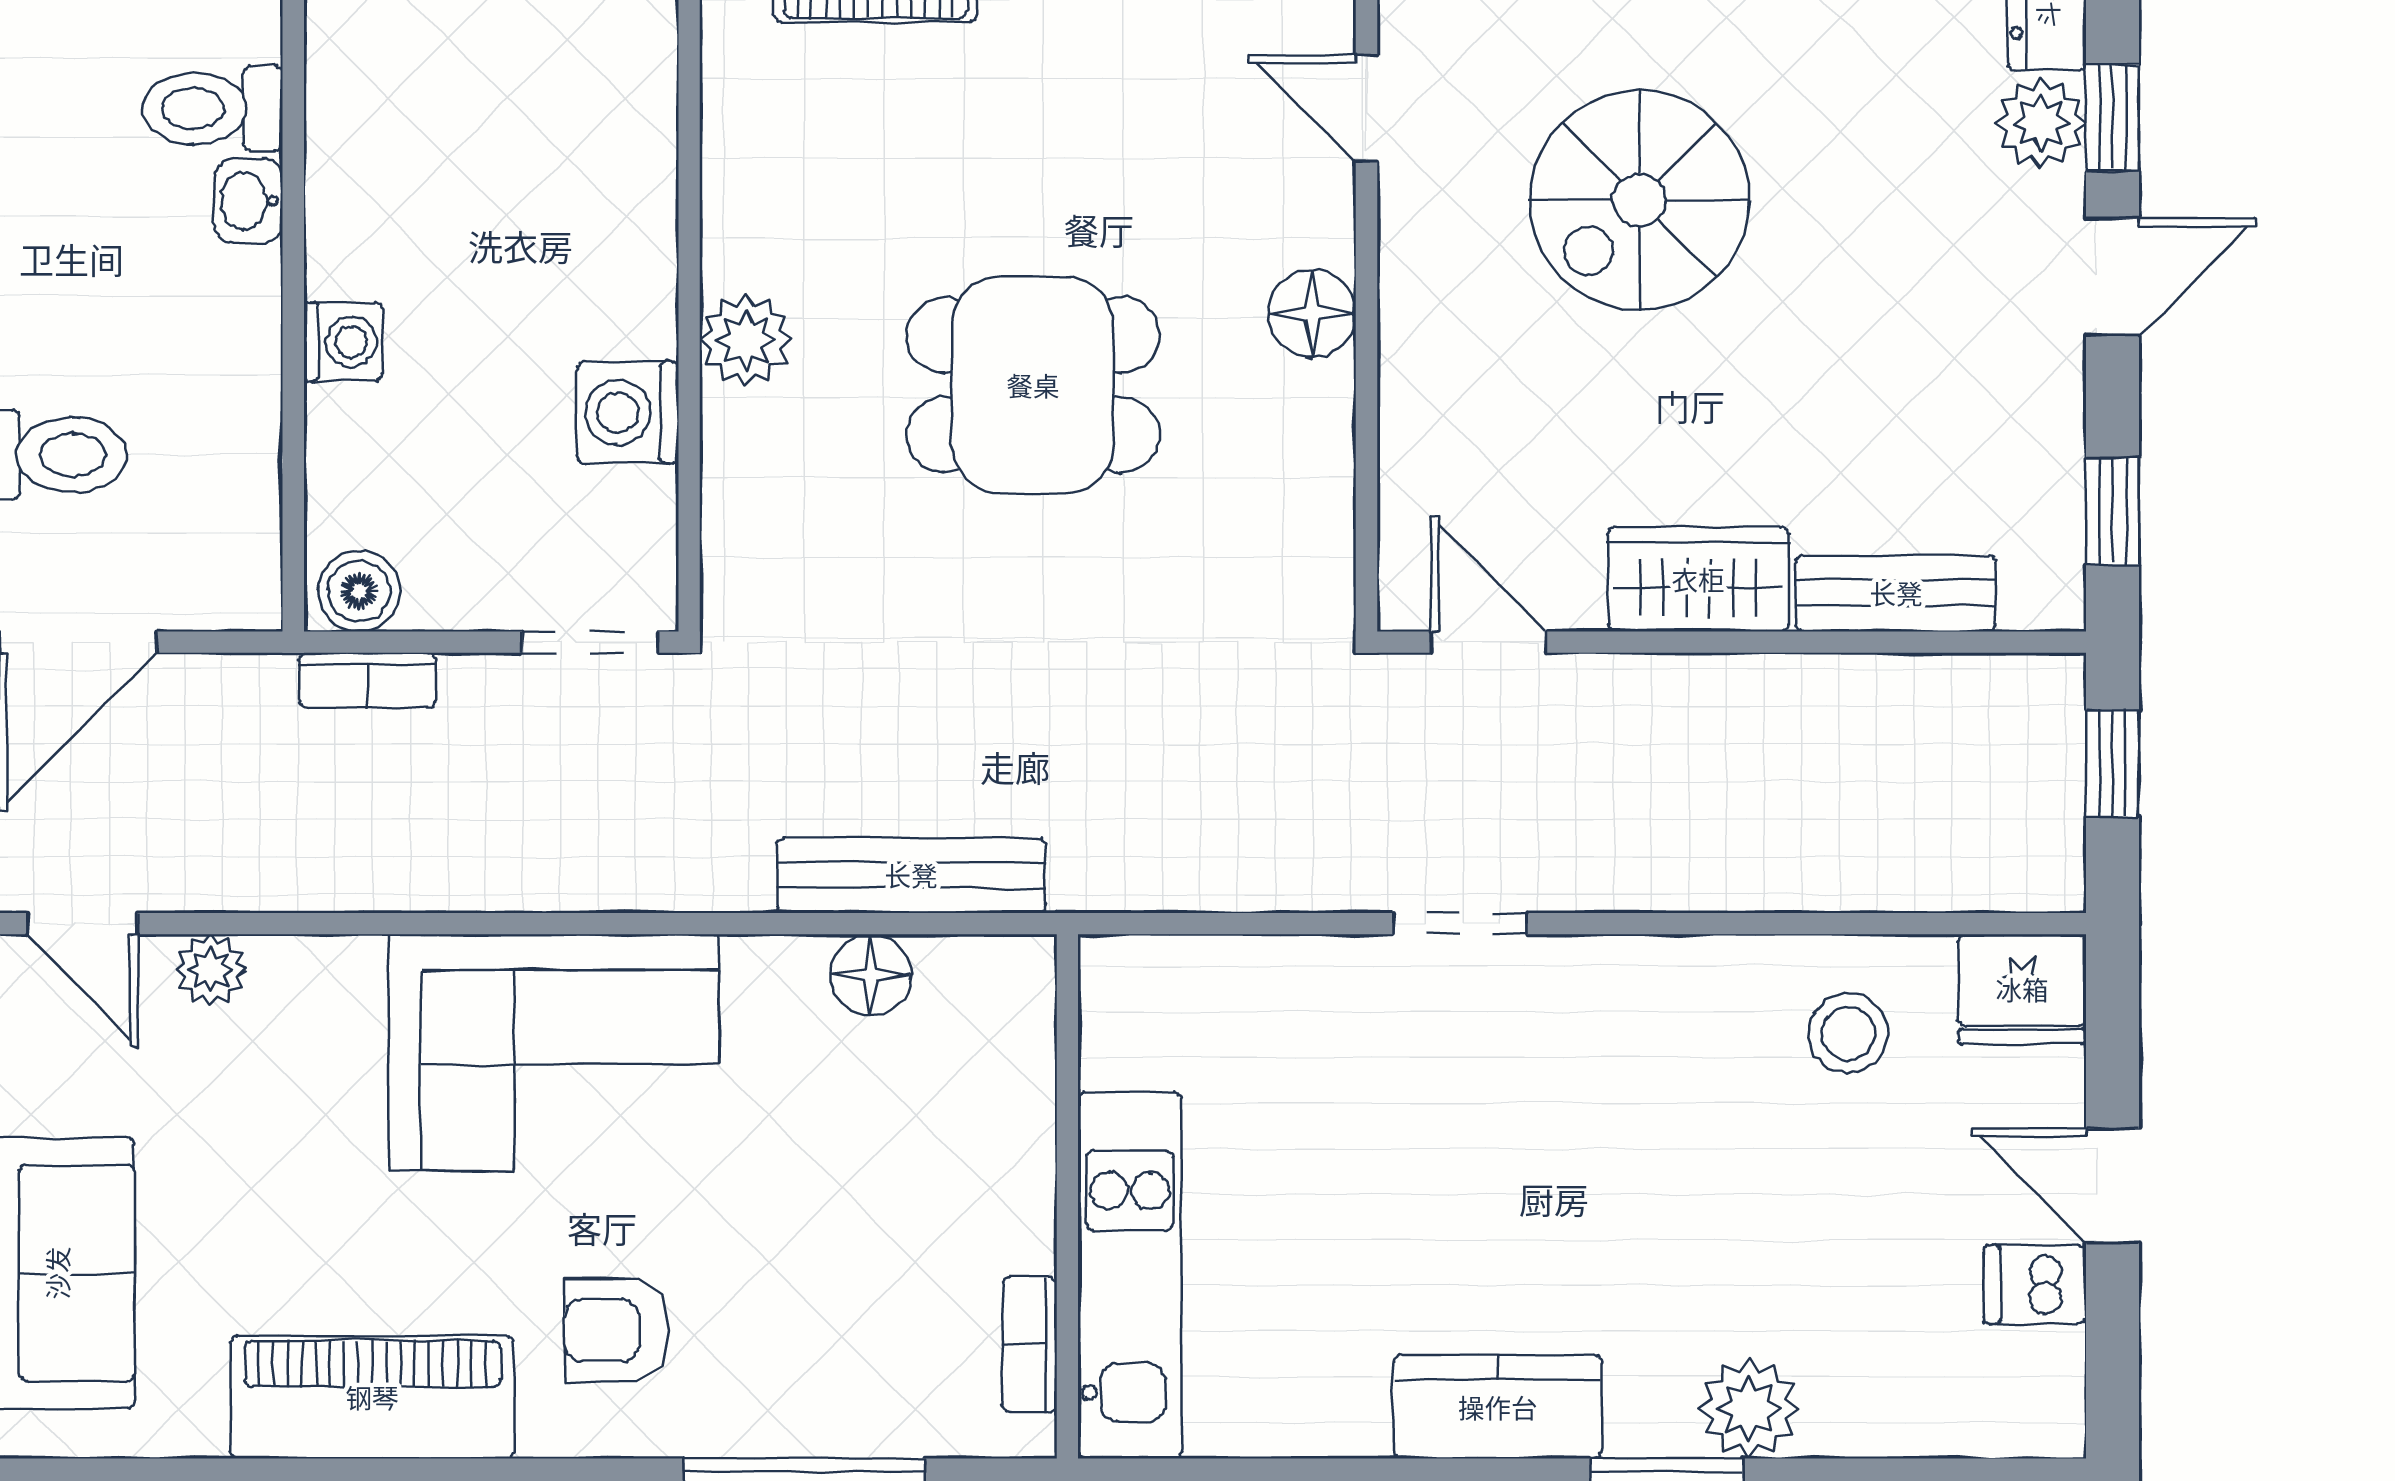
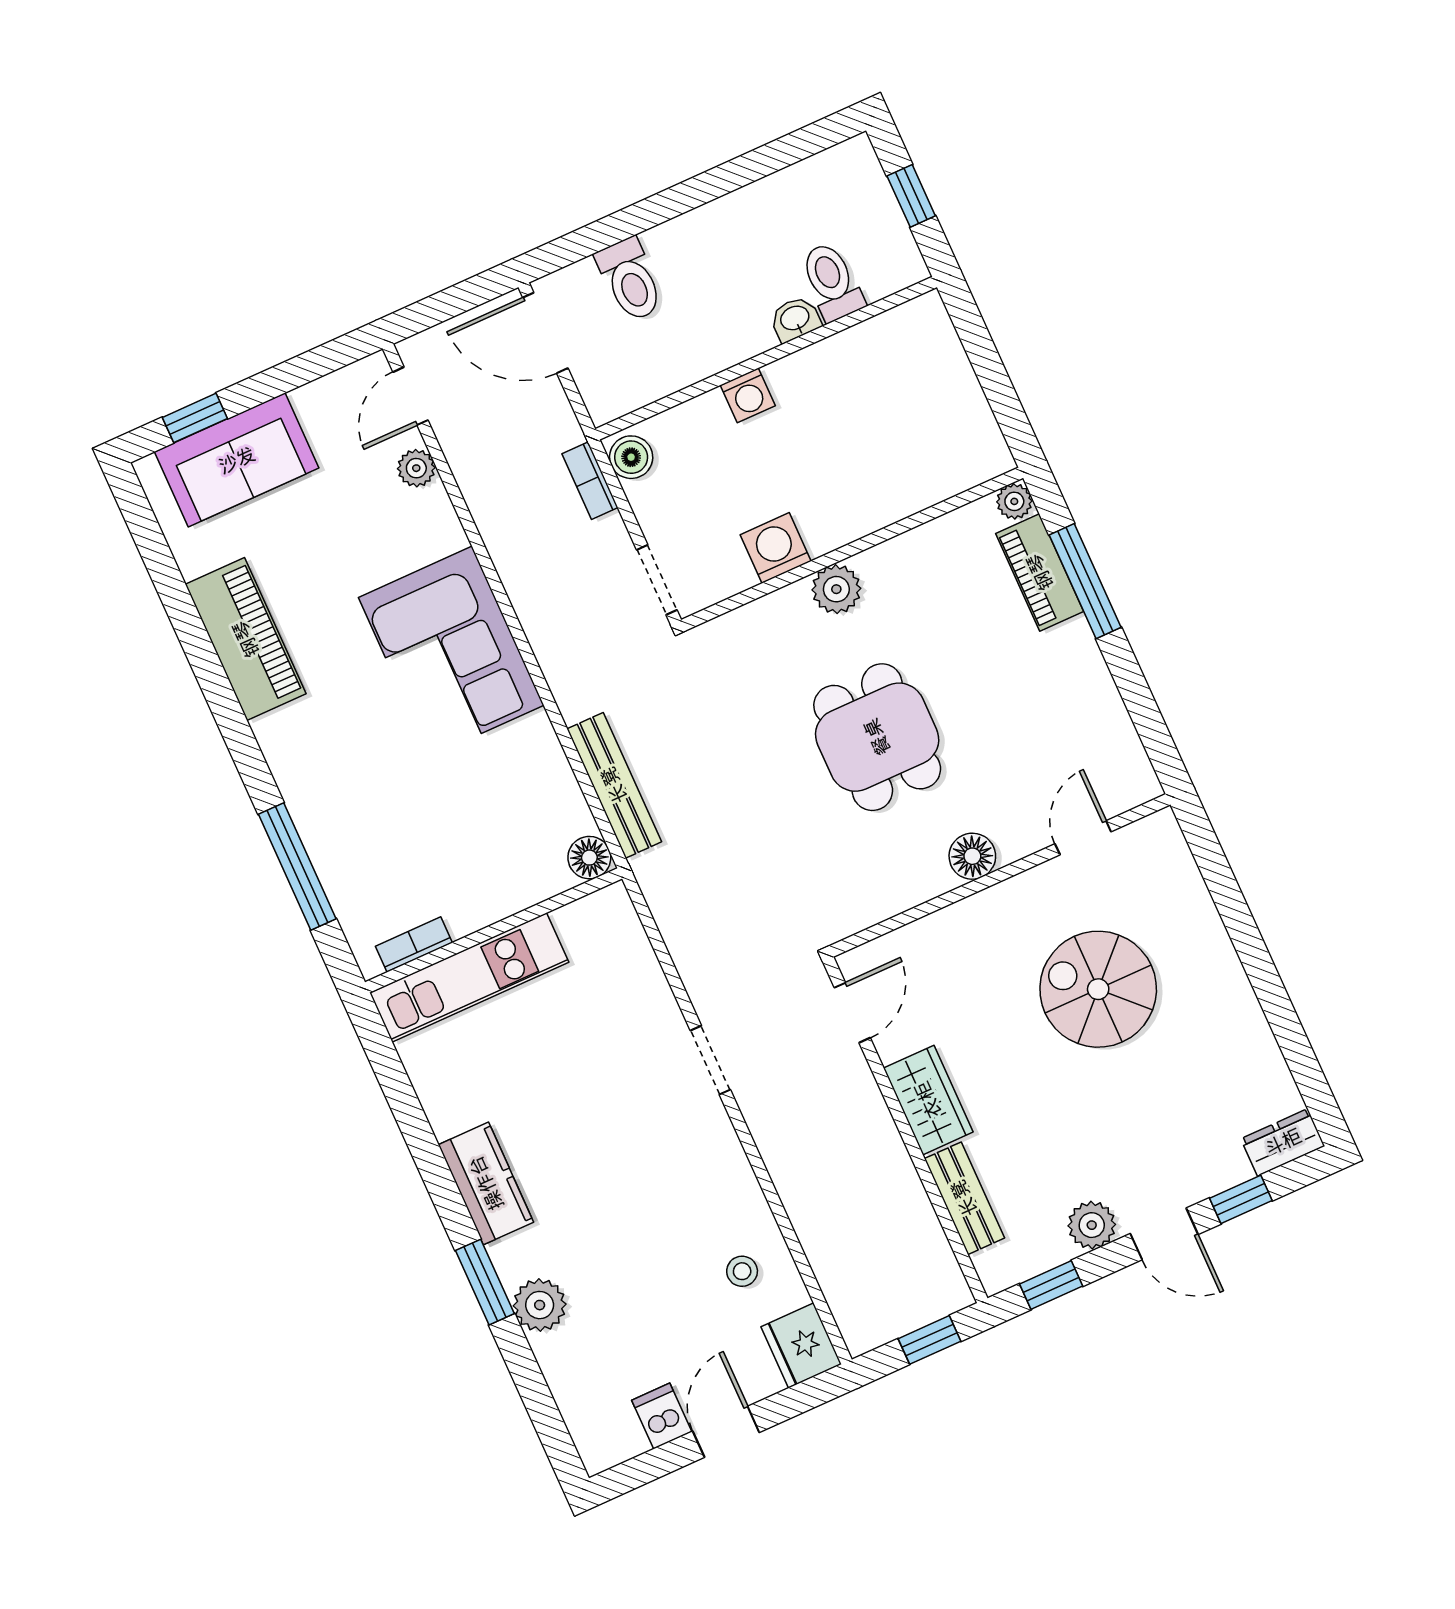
plant: (2041, 123) -> (1092, 1225), moved
floor lamp: (871, 975) -> (589, 858), moved
stool: (1848, 1033) -> (742, 1271), width x0.73, depth x0.73
armchair: (616, 1331) -> (331, 742), removed

